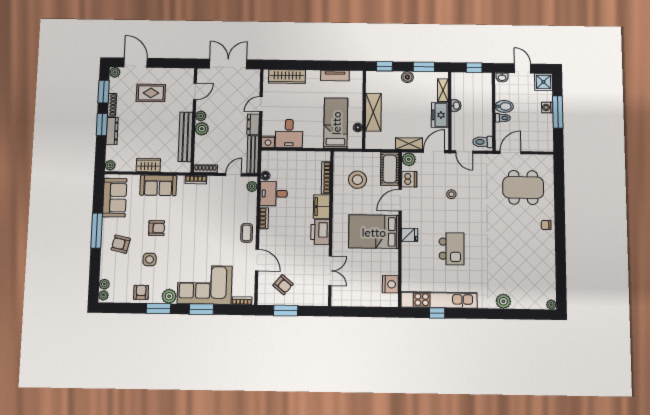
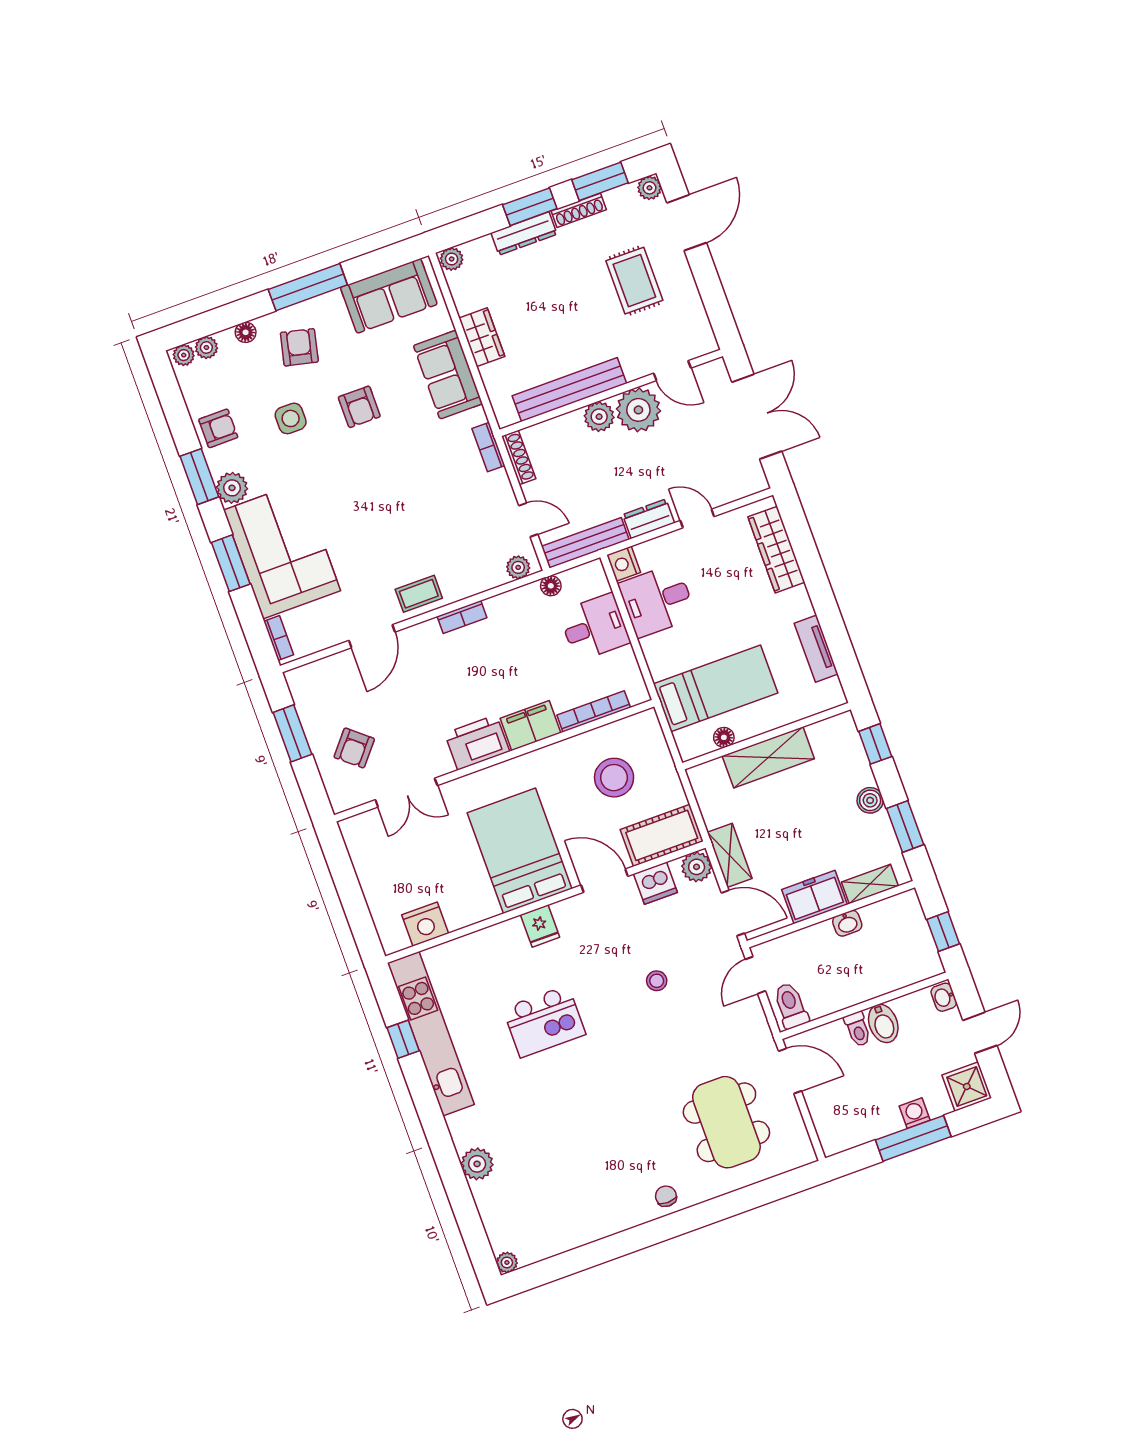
plant: (201, 116) -> (638, 410), width x1.88, depth x1.88
desk: (274, 194) -> (595, 627), moved, turned 90
floor lamp: (105, 265) -> (246, 332), added
armchair: (283, 285) -> (354, 748), moved

